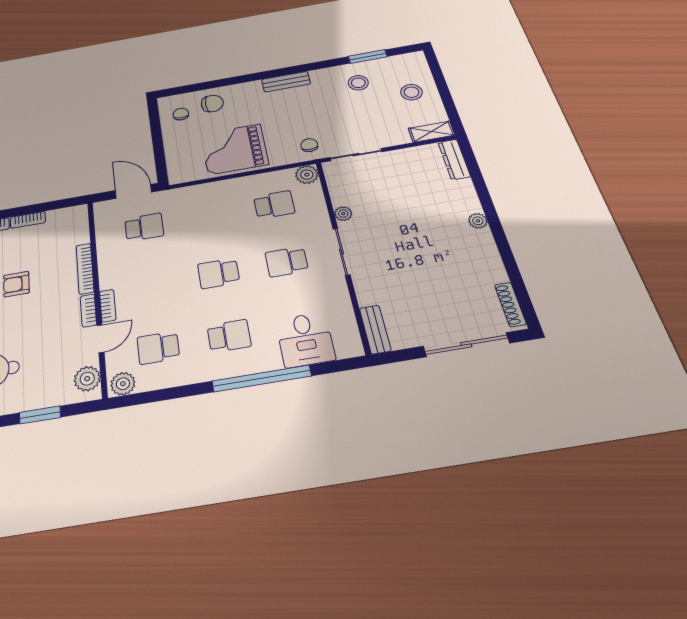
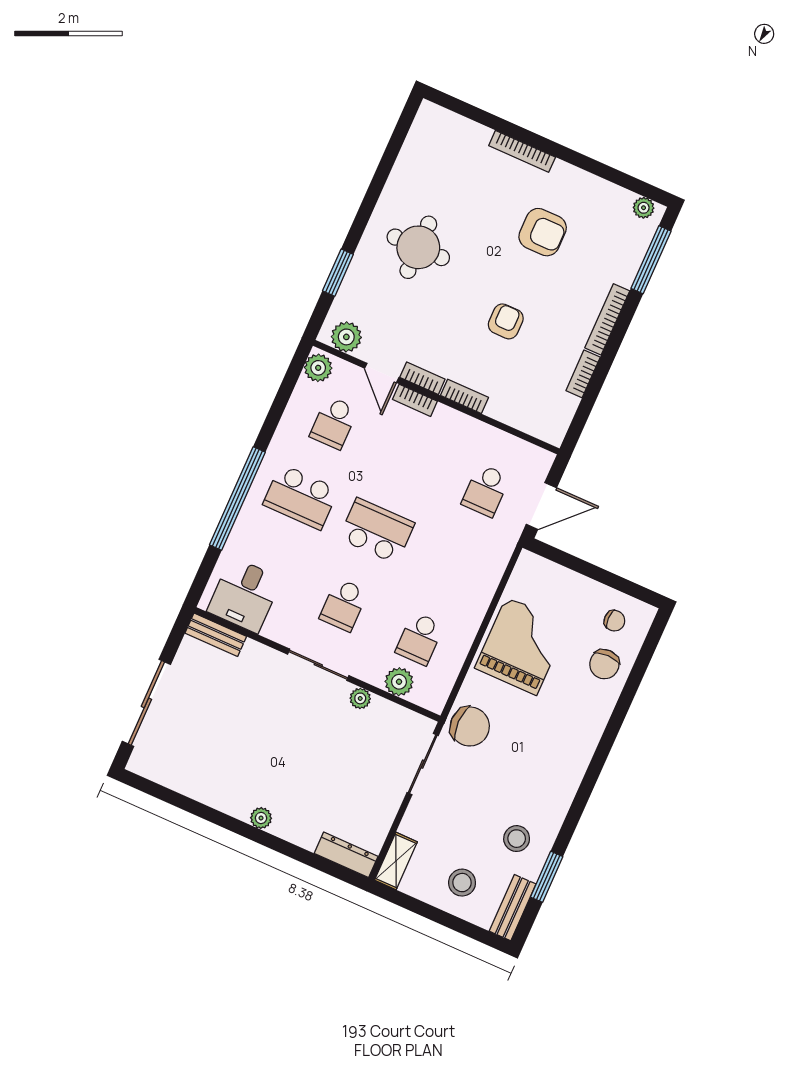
bench: (286, 82) -> (513, 908), moved
chair: (309, 145) -> (470, 726), width x1.87, depth x1.87
plant: (307, 175) -> (399, 682), moved
school desk: (287, 262) -> (344, 605), turned 180
bookcase: (85, 269) -> (464, 396), width x0.64
school desk: (219, 273) -> (377, 531), width x1.85
shoe rack: (510, 304) -> (157, 773), removed
school desk: (229, 336) -> (301, 497), width x1.85
desk: (305, 340) -> (244, 595), moved, turned -90
school desk: (158, 348) -> (334, 423), turned 180

